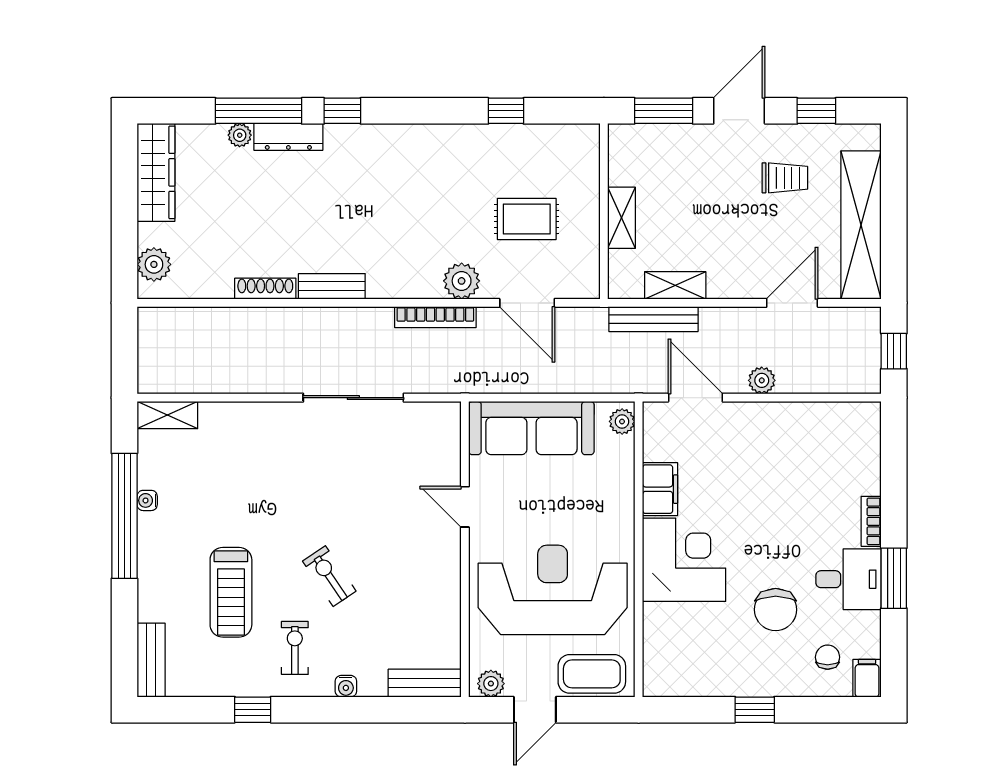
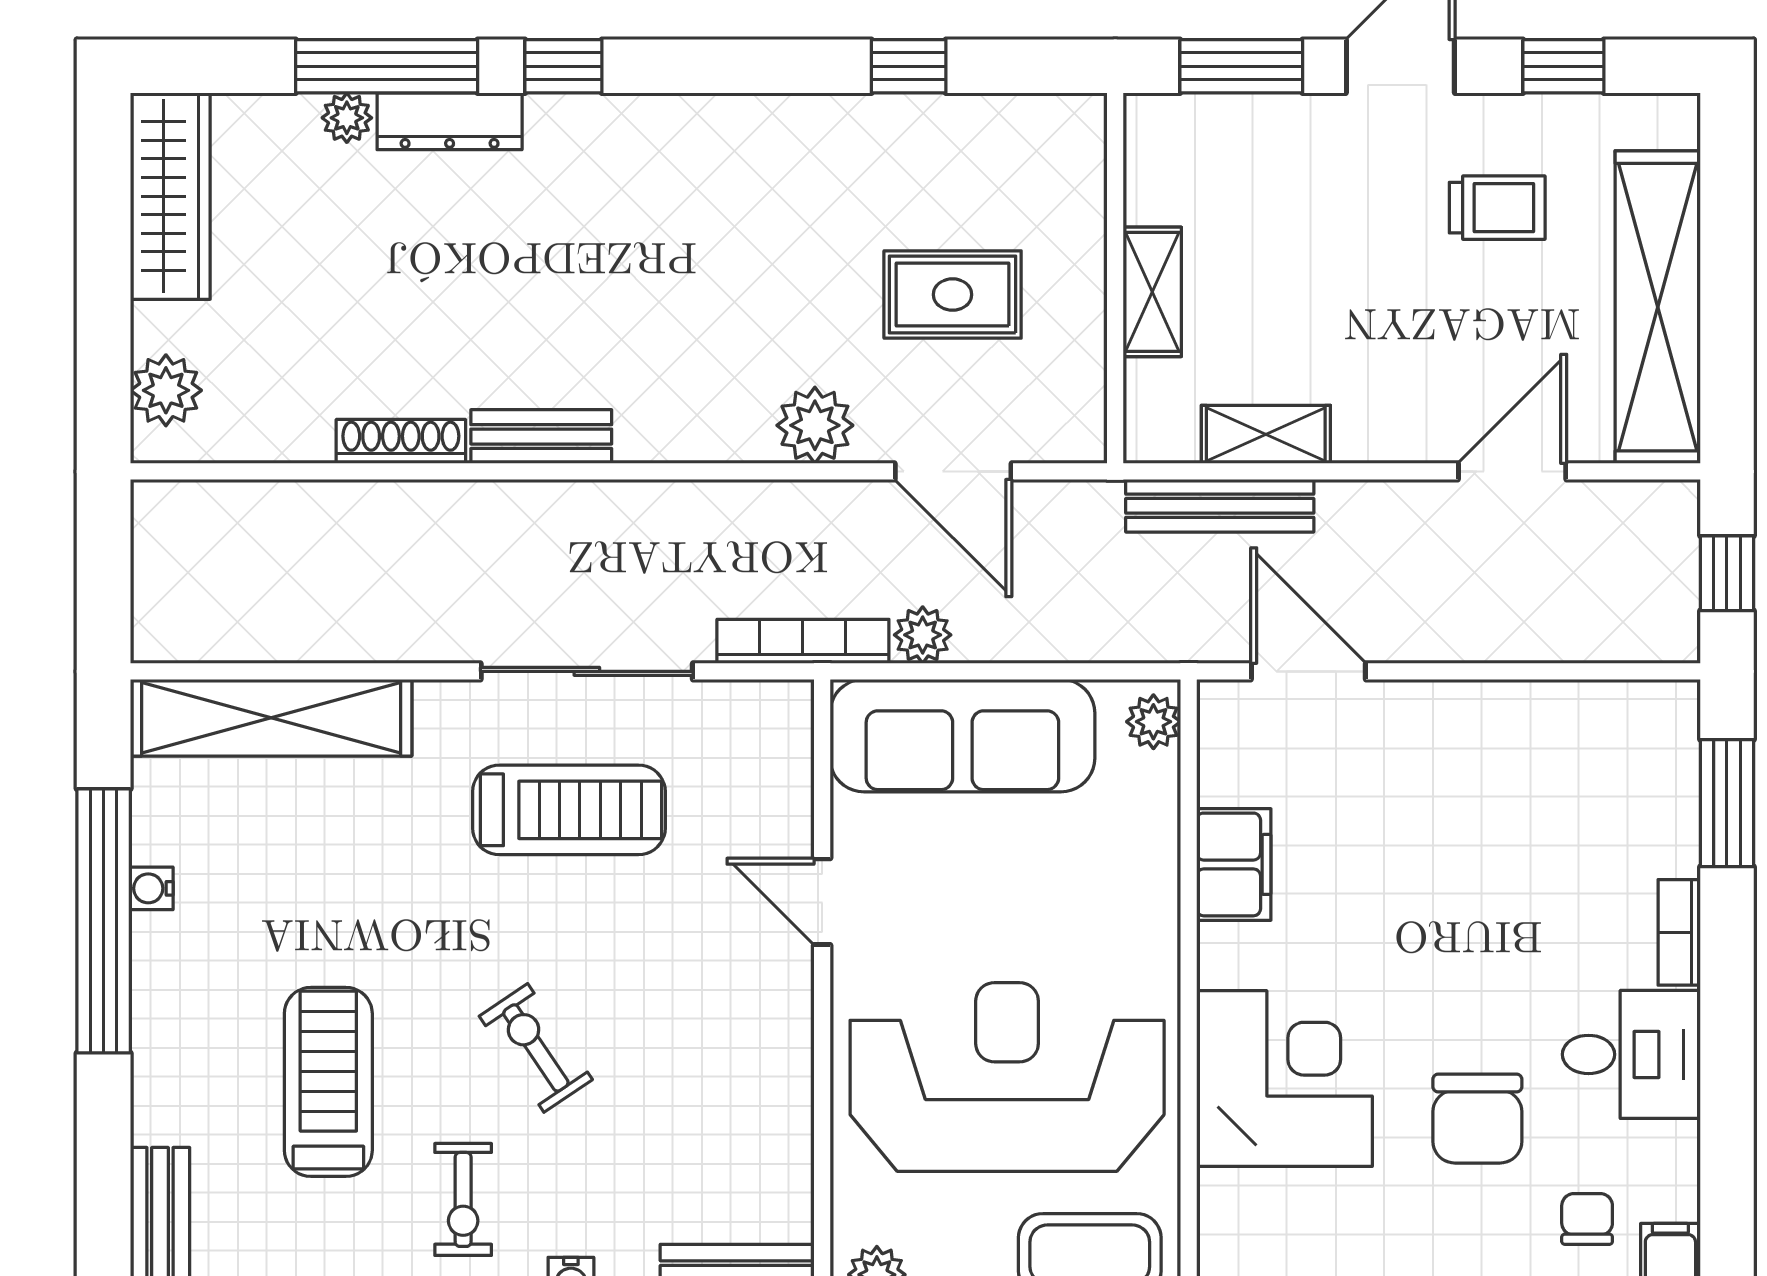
bookcase: (435, 317) -> (803, 641), moved, turned 180
plant: (762, 380) -> (923, 635), moved
shelving: (167, 415) -> (271, 718), width x2.20, depth x1.33
treadmill: (345, 463) -> (569, 810), added
corner desk: (684, 560) -> (1284, 1079), moved
window: (894, 578) -> (1727, 803), moved
treadmill: (231, 592) -> (328, 1082), turned 180
exercise bike: (295, 648) -> (463, 1199), turned 180

